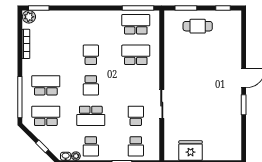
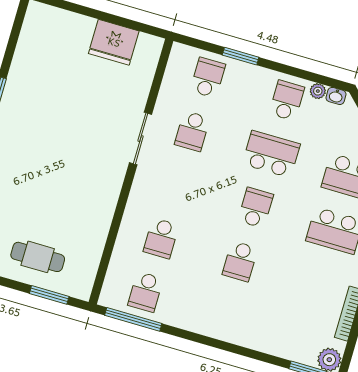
school desk: (136, 24) -> (146, 292), width x0.54
school desk: (136, 55) -> (161, 238), width x0.54

